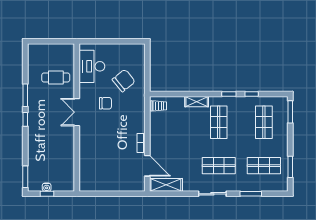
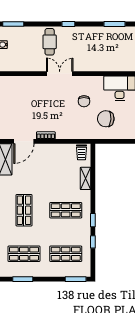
cafe table: (56, 78) -> (50, 42), moved
chair: (124, 81) -> (106, 119), turned 132
window: (25, 95) -> (115, 24), moved
shelving: (197, 102) -> (86, 178), moved
double door: (77, 112) -> (60, 74), moved
shop shelf: (264, 166) -> (24, 254), turned 90

